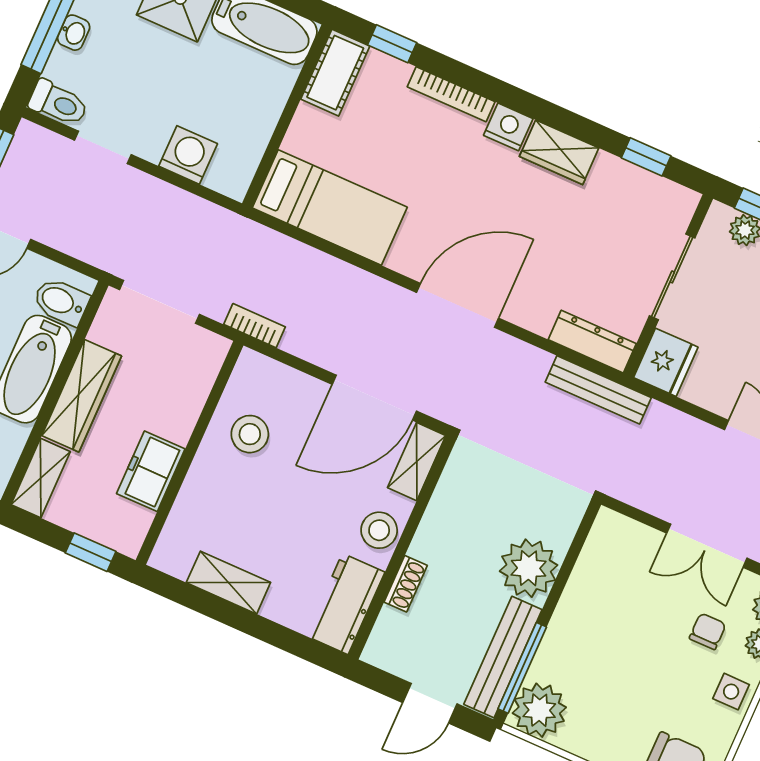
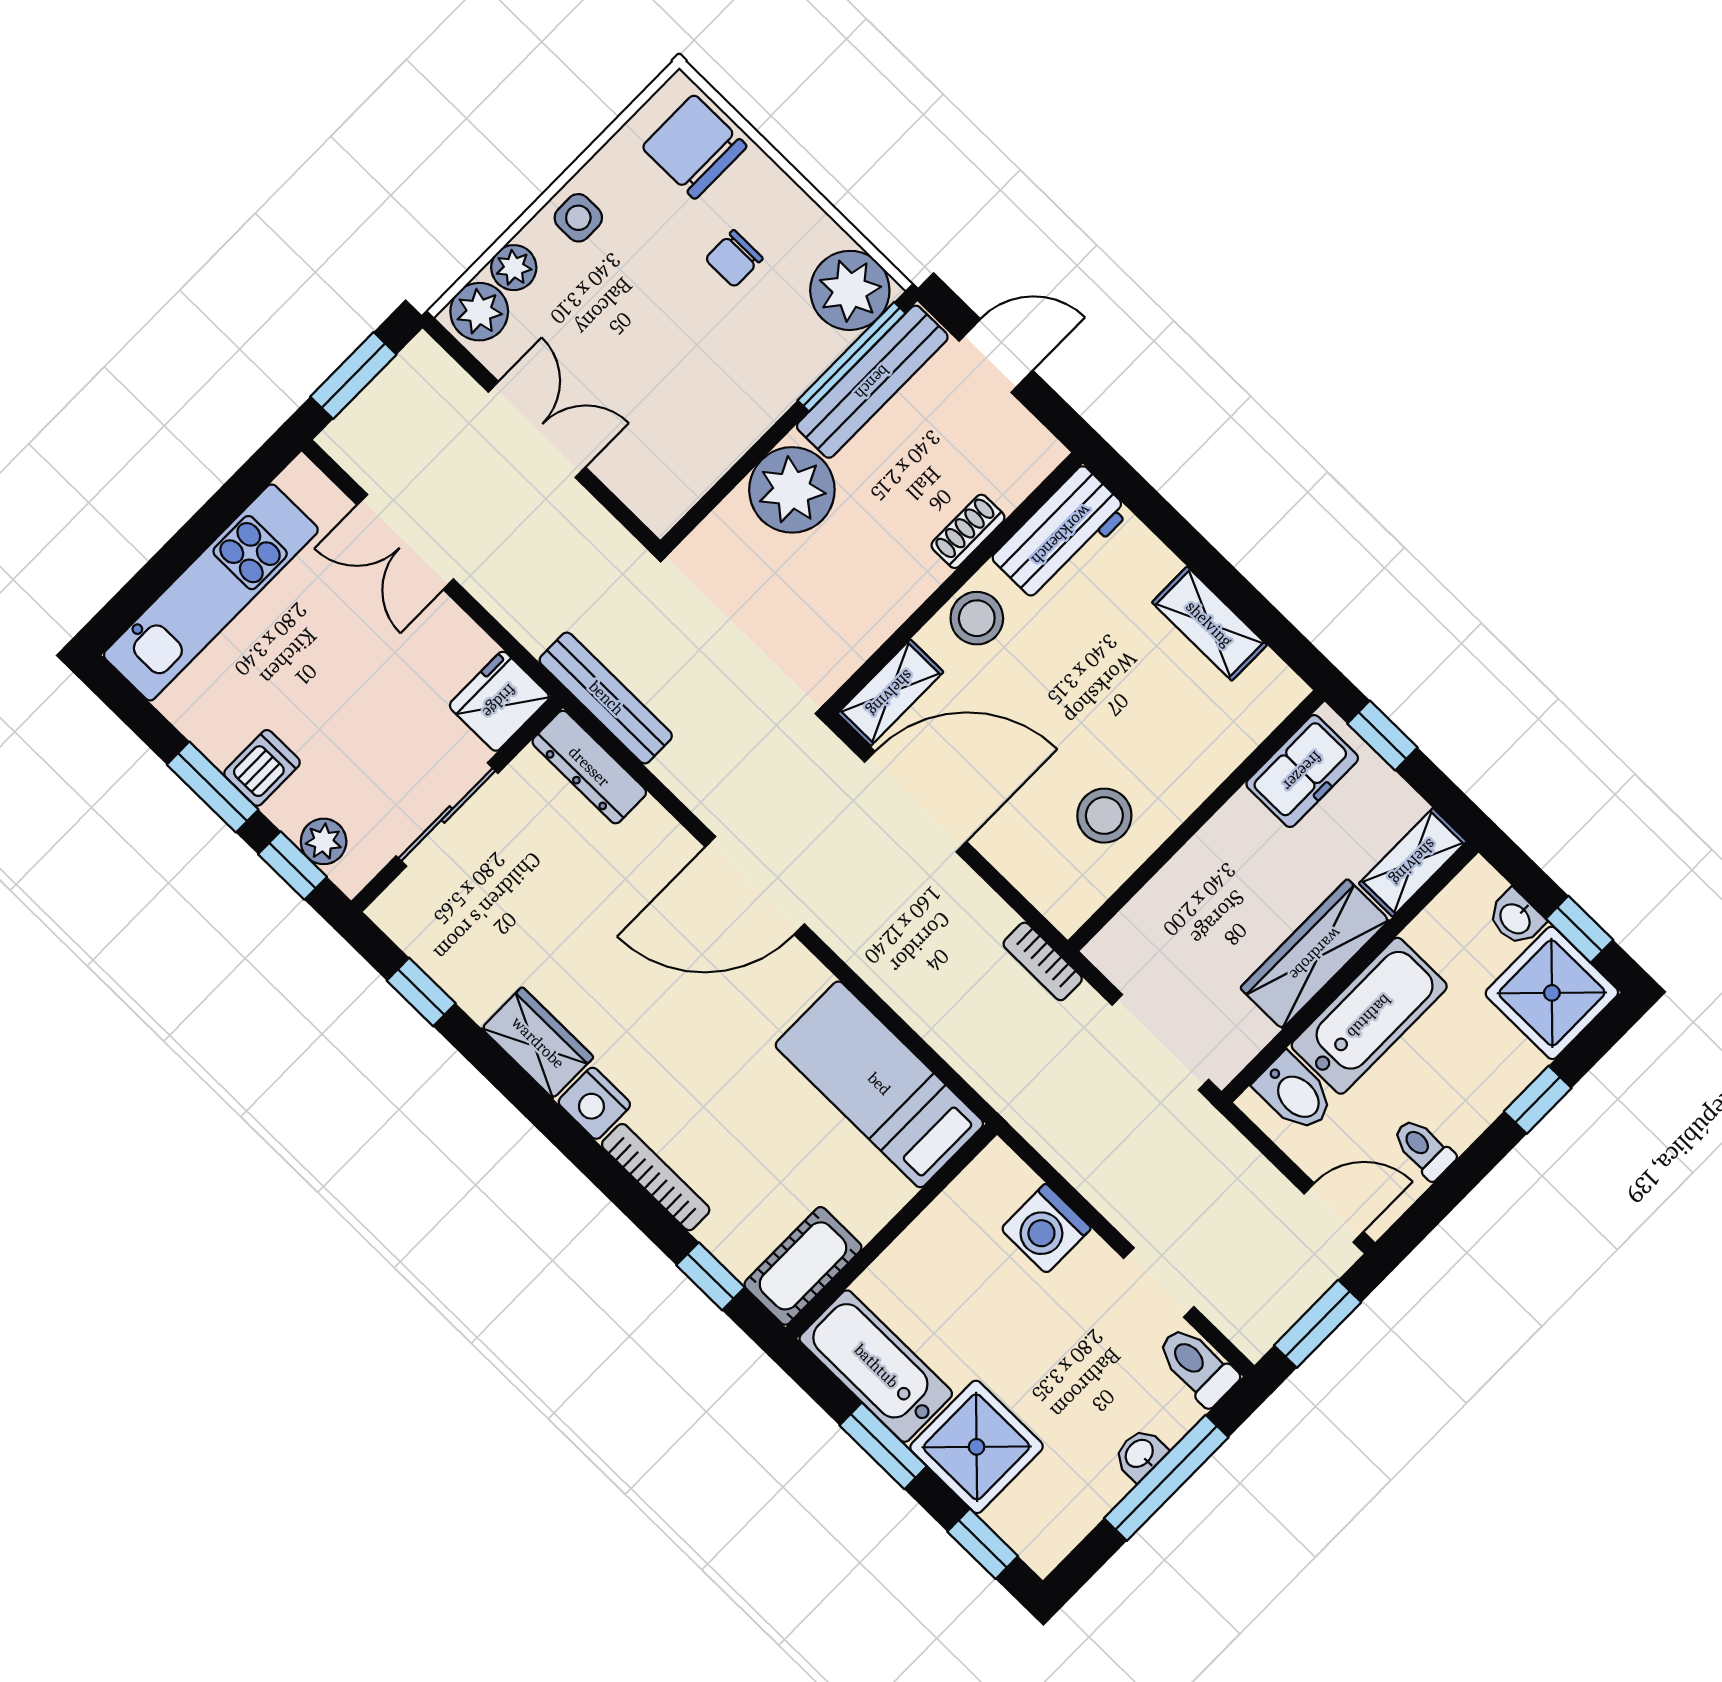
freezer: (151, 471) -> (1302, 771), moved
chair: (708, 631) -> (734, 259), moved

